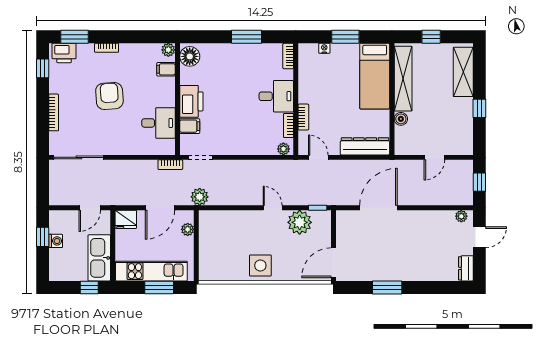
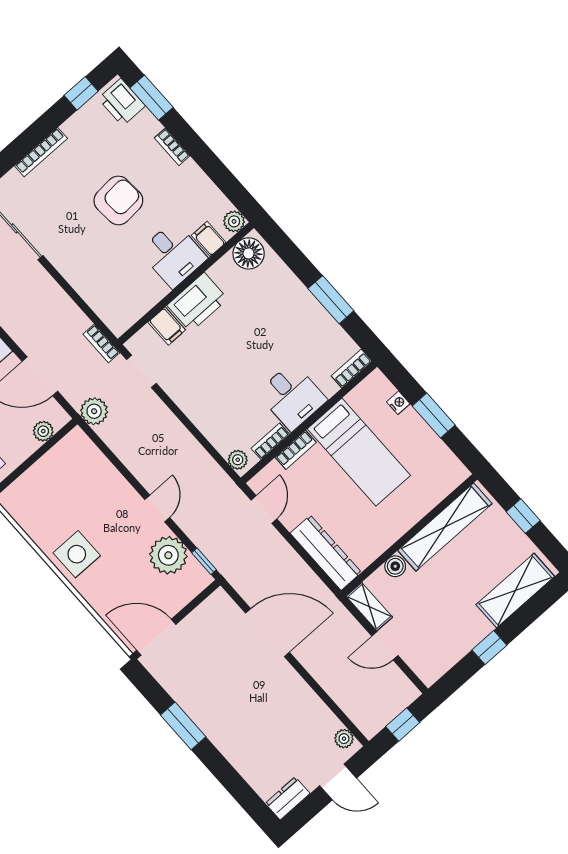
bed: (375, 76) -> (359, 452), moved, turned -90
desk: (158, 123) -> (173, 255), moved
shelving: (409, 148) -> (369, 607), added

